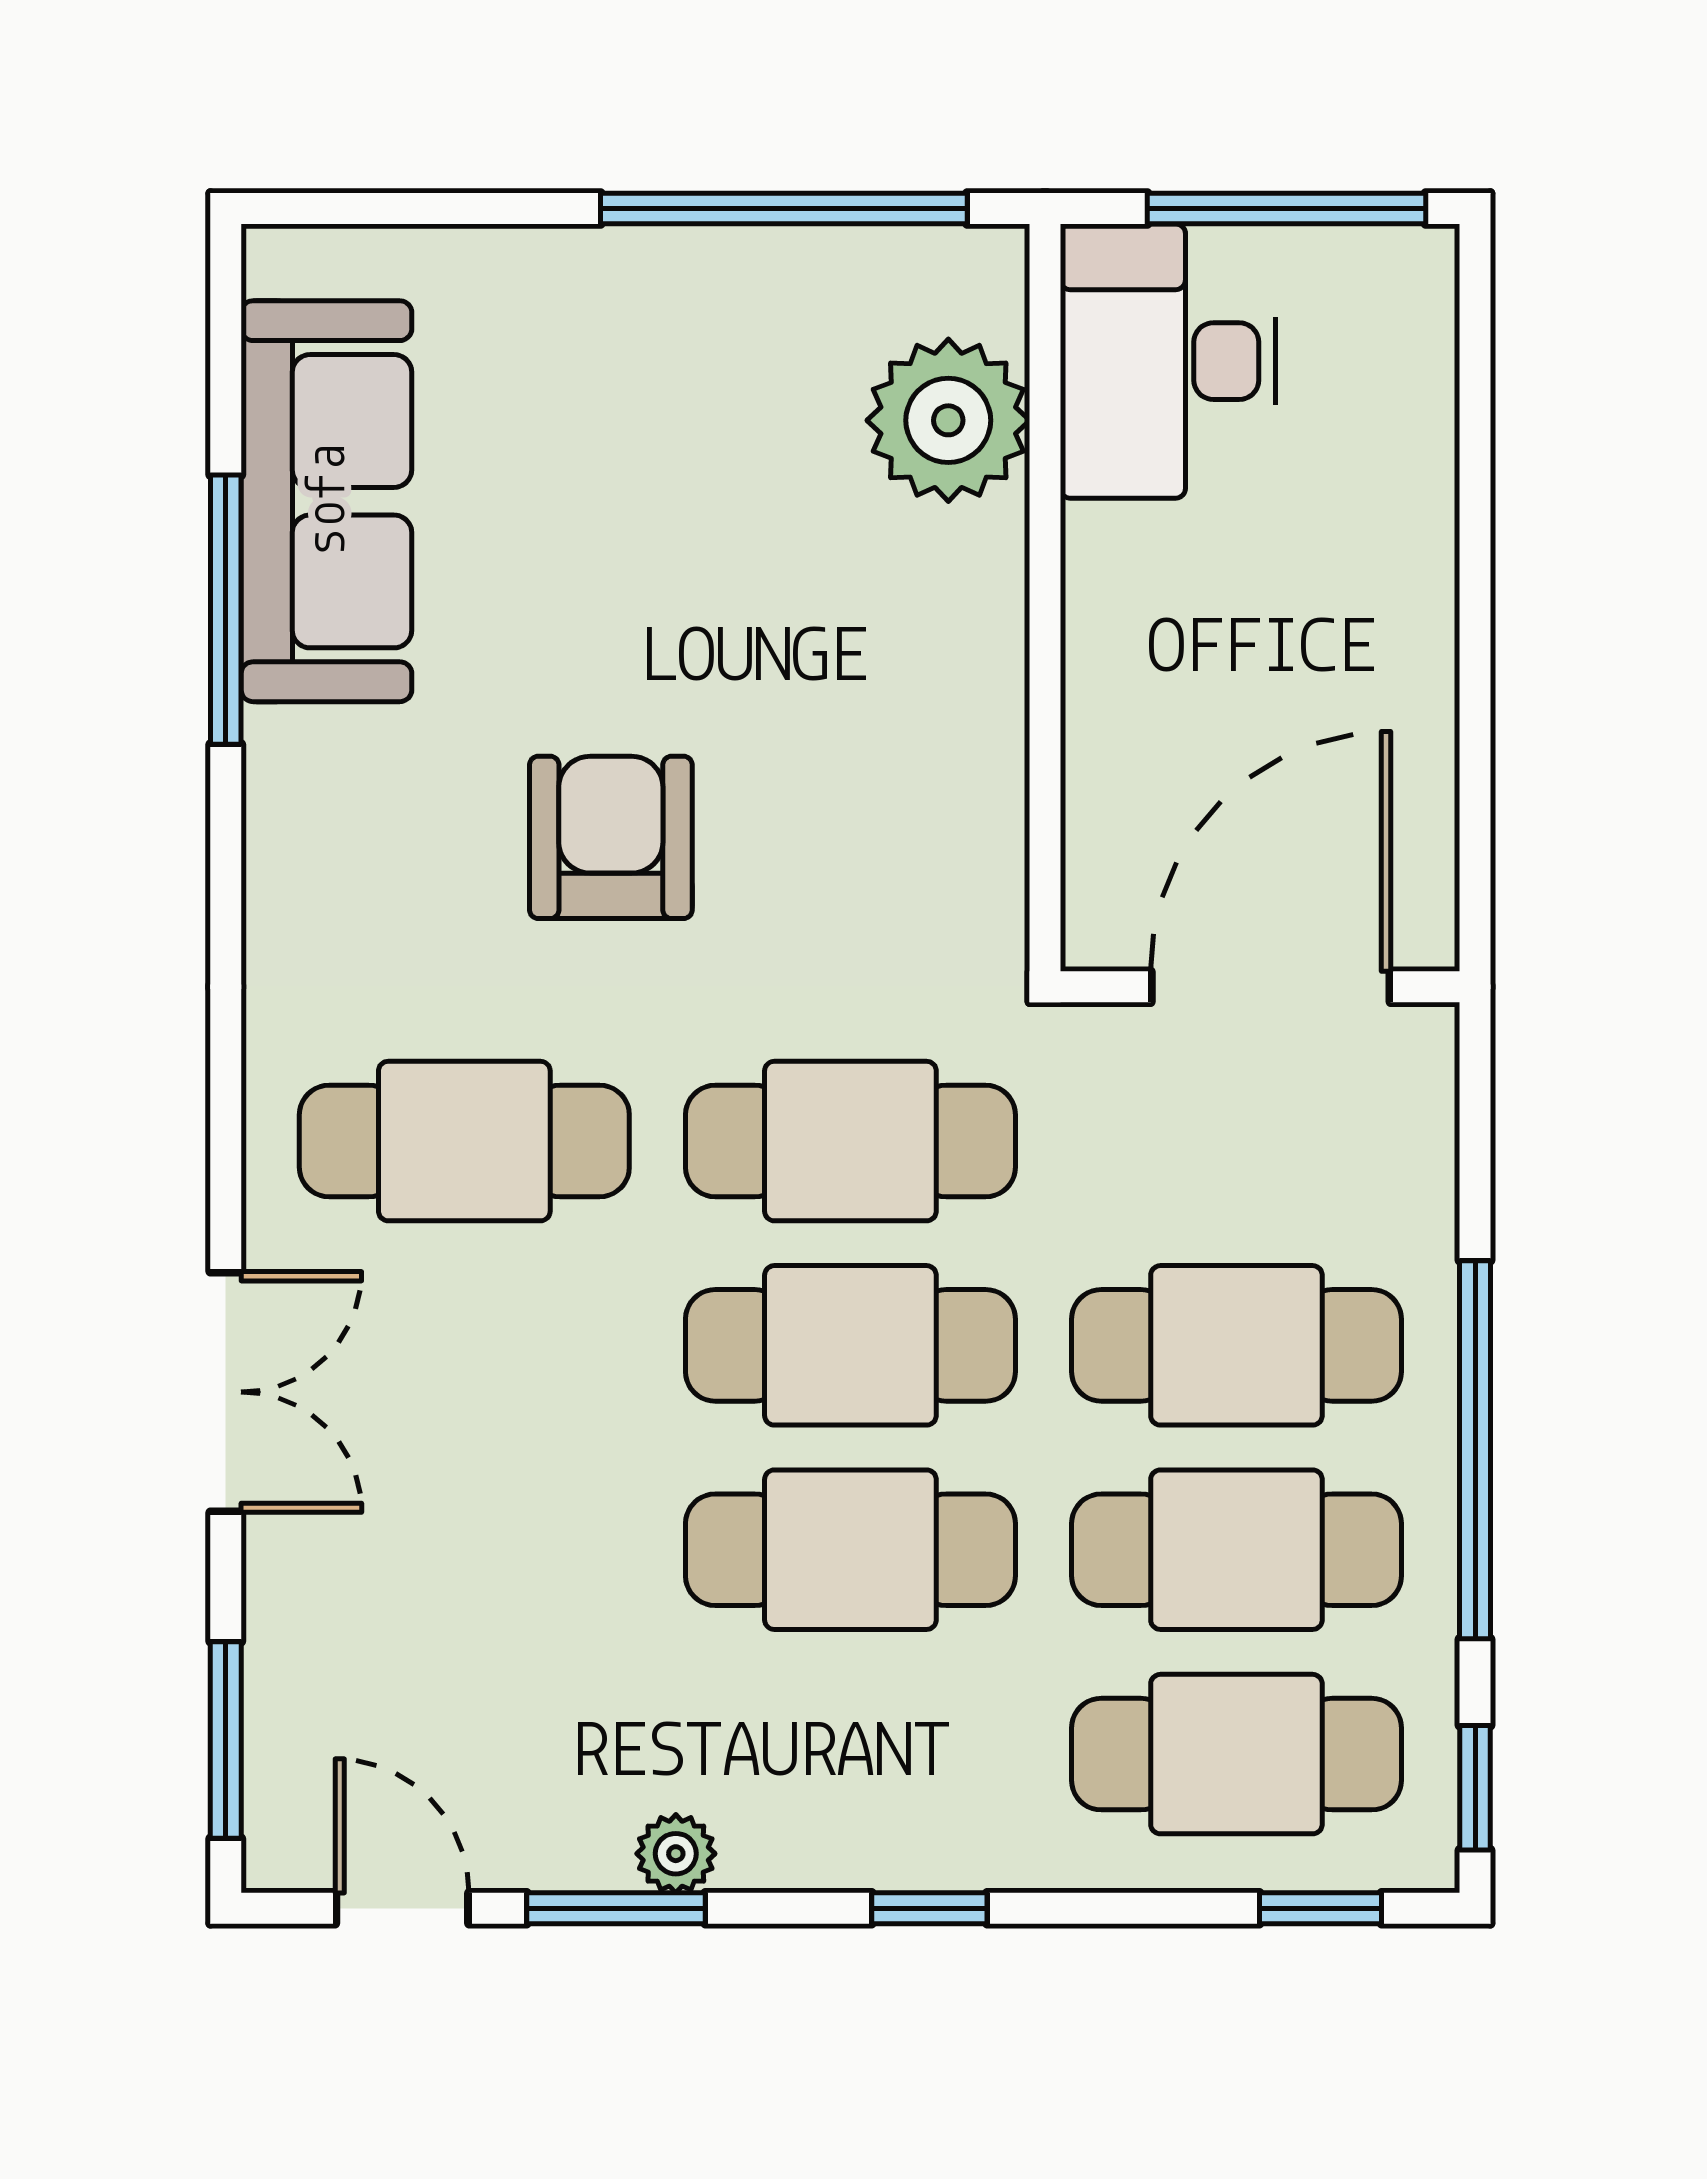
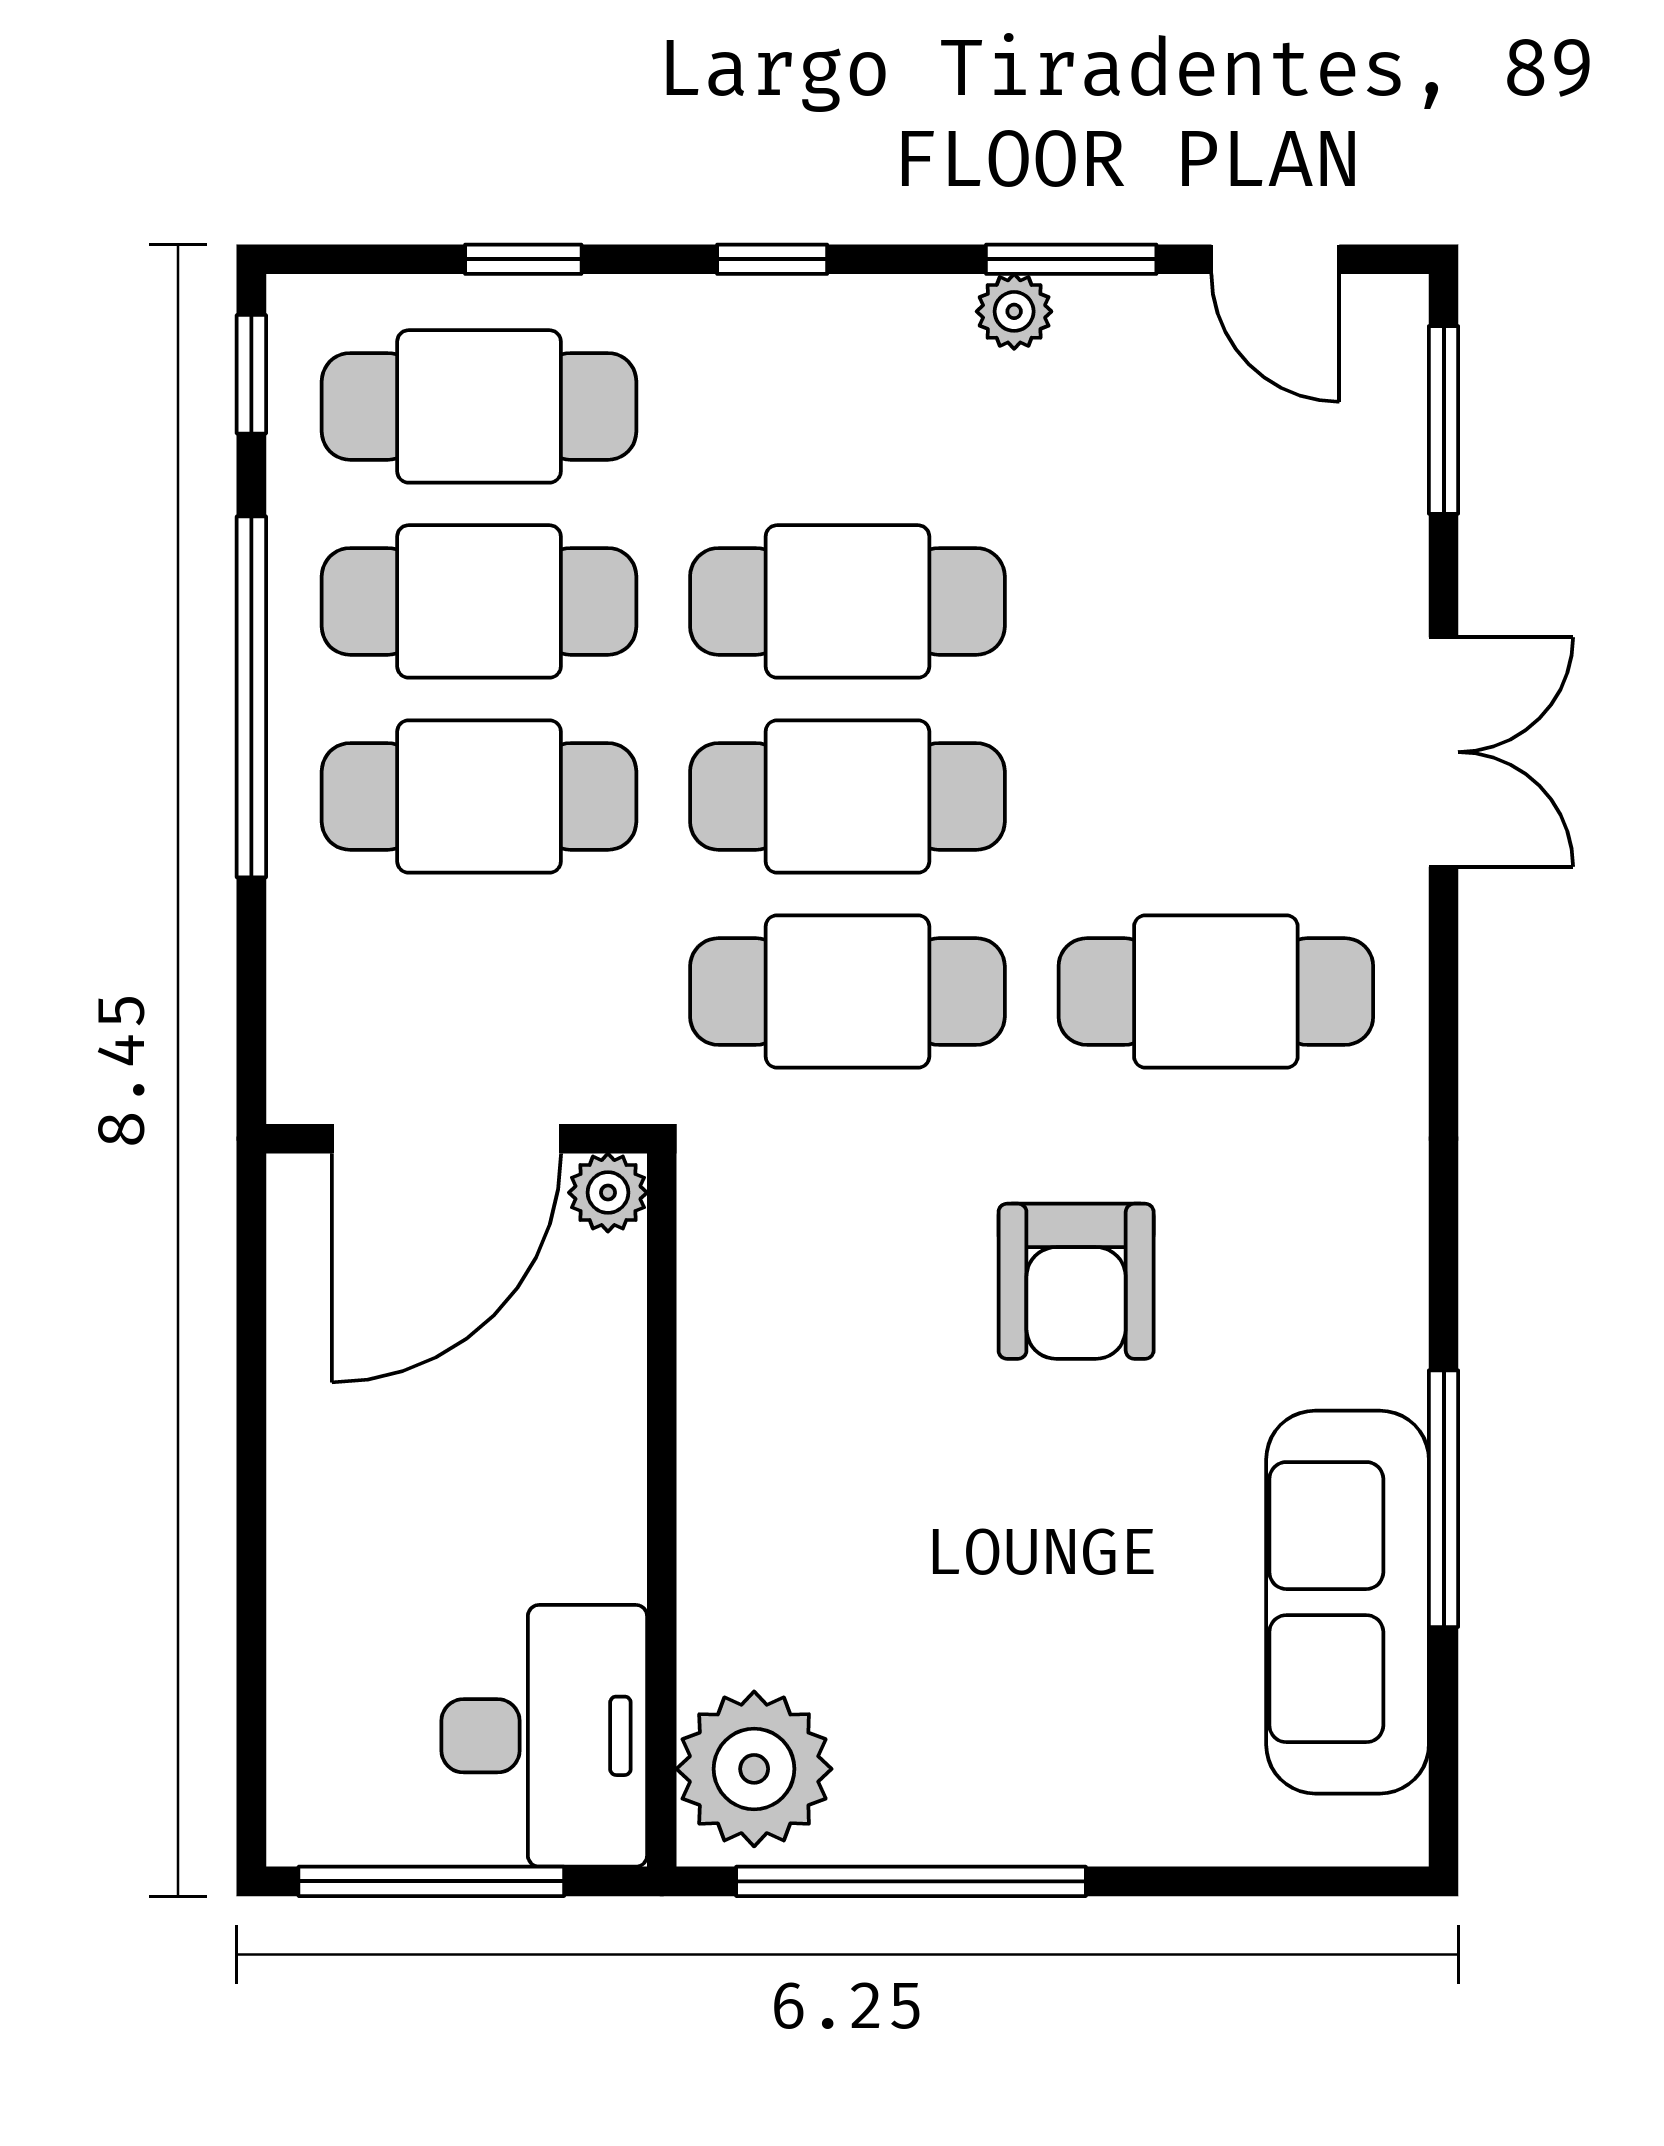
plant: (948, 420) -> (754, 1769), moved
plant: (1101, 930) -> (608, 1193), added
double door: (226, 1392) -> (1444, 752), swing flipped
window: (1320, 1908) -> (523, 259), moved

